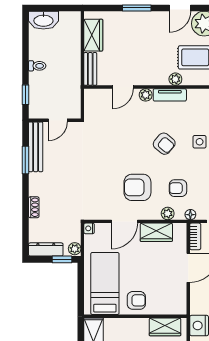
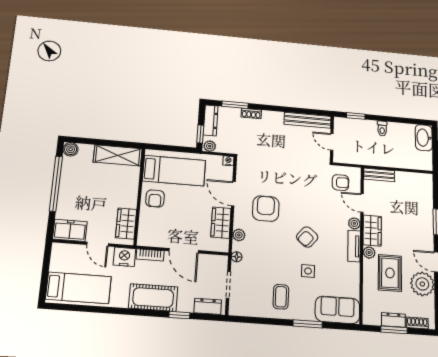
wardrobe: (93, 35) -> (372, 231), moved, turned -90
window: (25, 160) -> (235, 105), moved
armchair: (178, 188) -> (340, 183), moved, turned 90
bookcase: (195, 236) -> (150, 255), moved

